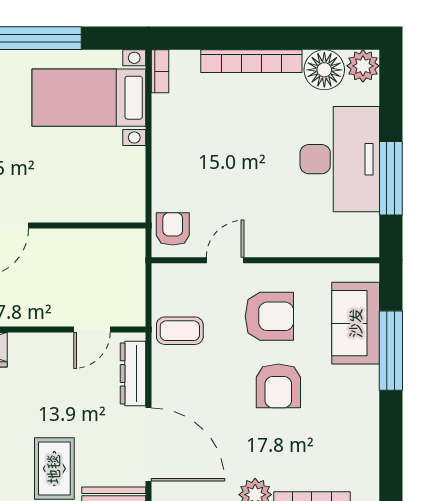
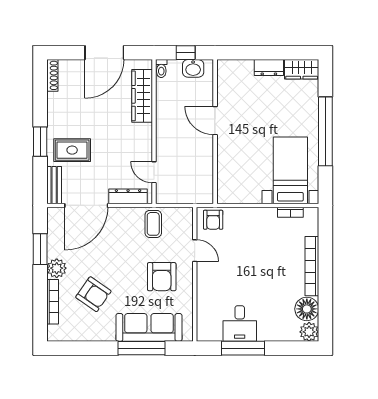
bookcase: (160, 71) -> (290, 212), moved
desk: (340, 159) -> (240, 323), width x0.53, depth x0.77
armchair: (173, 229) -> (213, 220), turned 90
sofa: (356, 323) -> (149, 327), width x1.36
armchair: (278, 386) -> (93, 294), moved, turned -145

